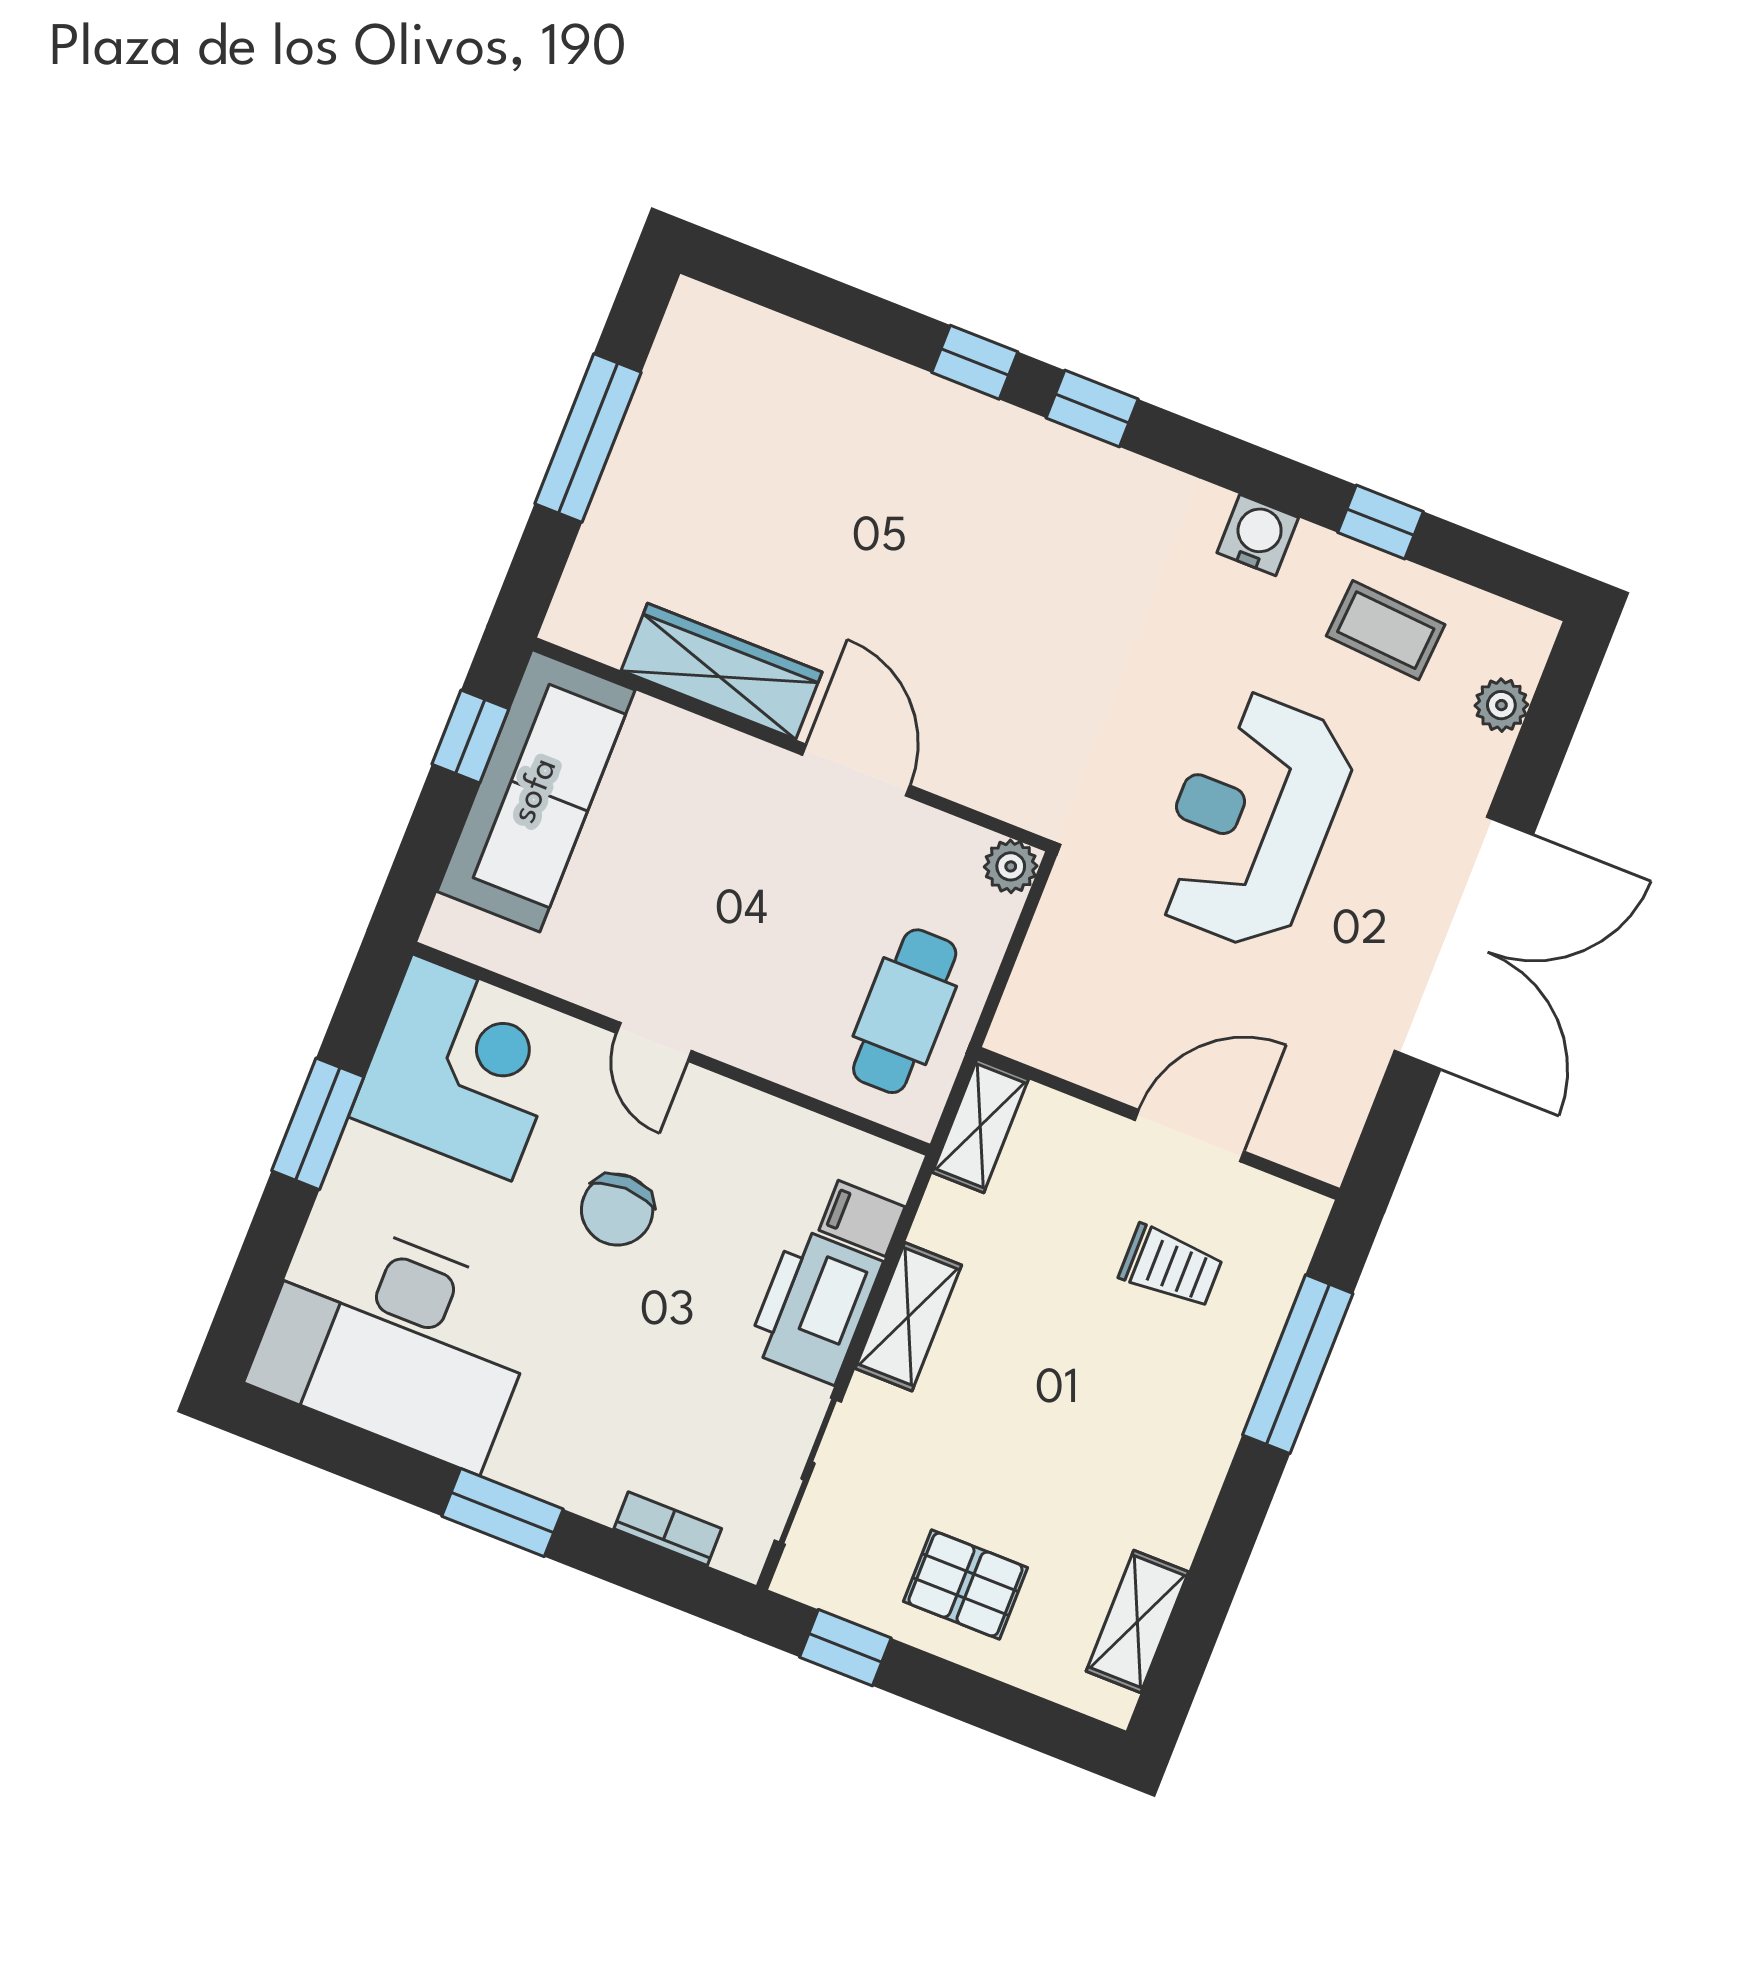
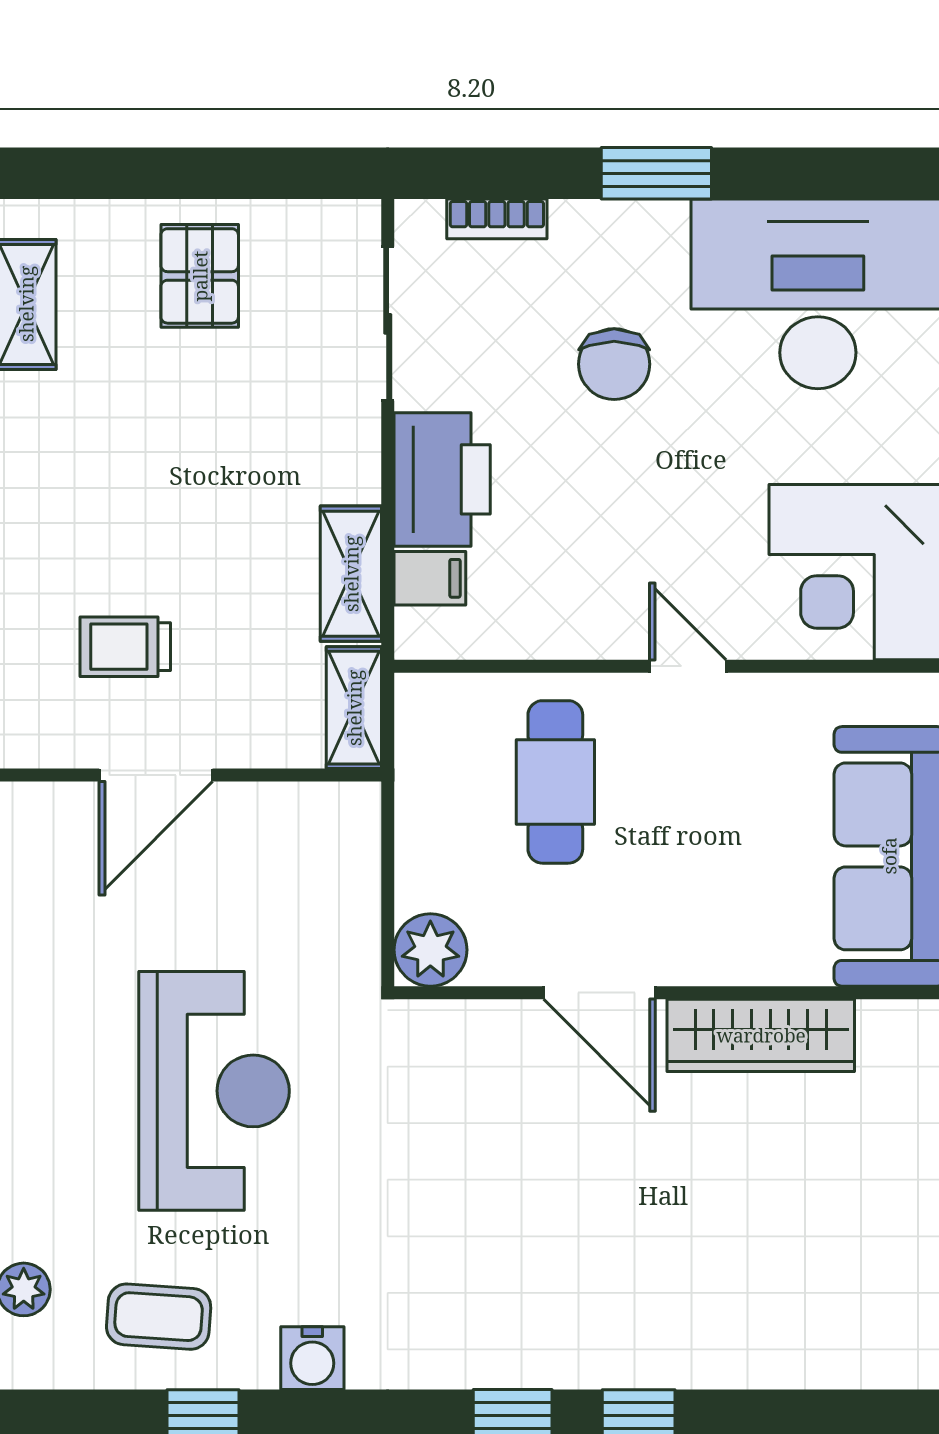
plant: (1011, 866) -> (430, 950), width x1.38, depth x1.38
cafe table: (905, 1011) -> (555, 782), moved
chair: (617, 1210) -> (614, 364), moved, turned 180
shelving: (908, 1317) -> (351, 574), moved
pallet: (966, 1585) -> (200, 276), turned 90
window: (845, 1648) -> (288, 173), removed

